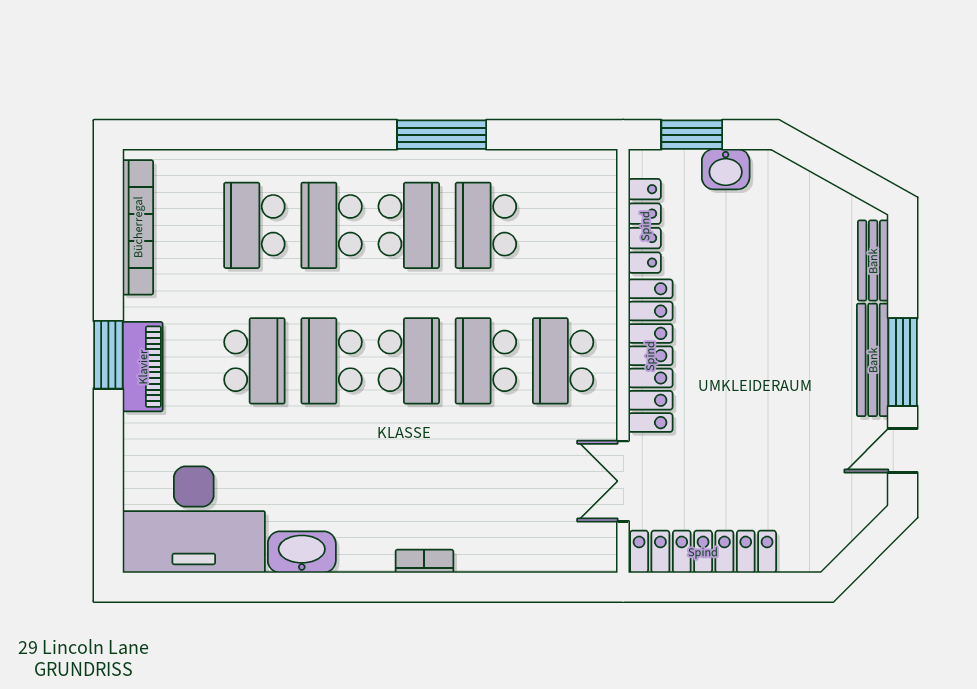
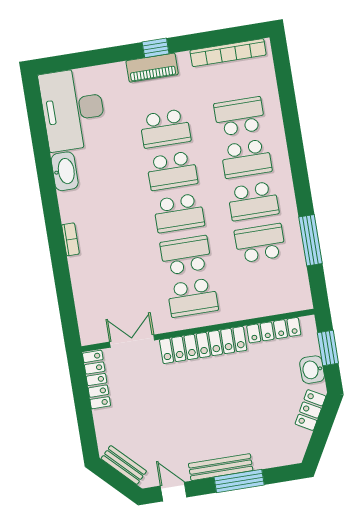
window: (442, 135) -> (311, 240), moved
locker: (797, 184) -> (310, 410), added
school desk: (332, 225) -> (246, 159), turned 180
bench: (873, 261) -> (124, 465), moved, turned 45
window: (108, 355) -> (156, 48), width x0.67
school desk: (332, 361) -> (172, 171), turned 180
school desk: (563, 361) -> (193, 298), turned 180
window: (903, 362) -> (239, 481), moved
locker: (703, 552) -> (97, 380), width x0.71, depth x0.83

